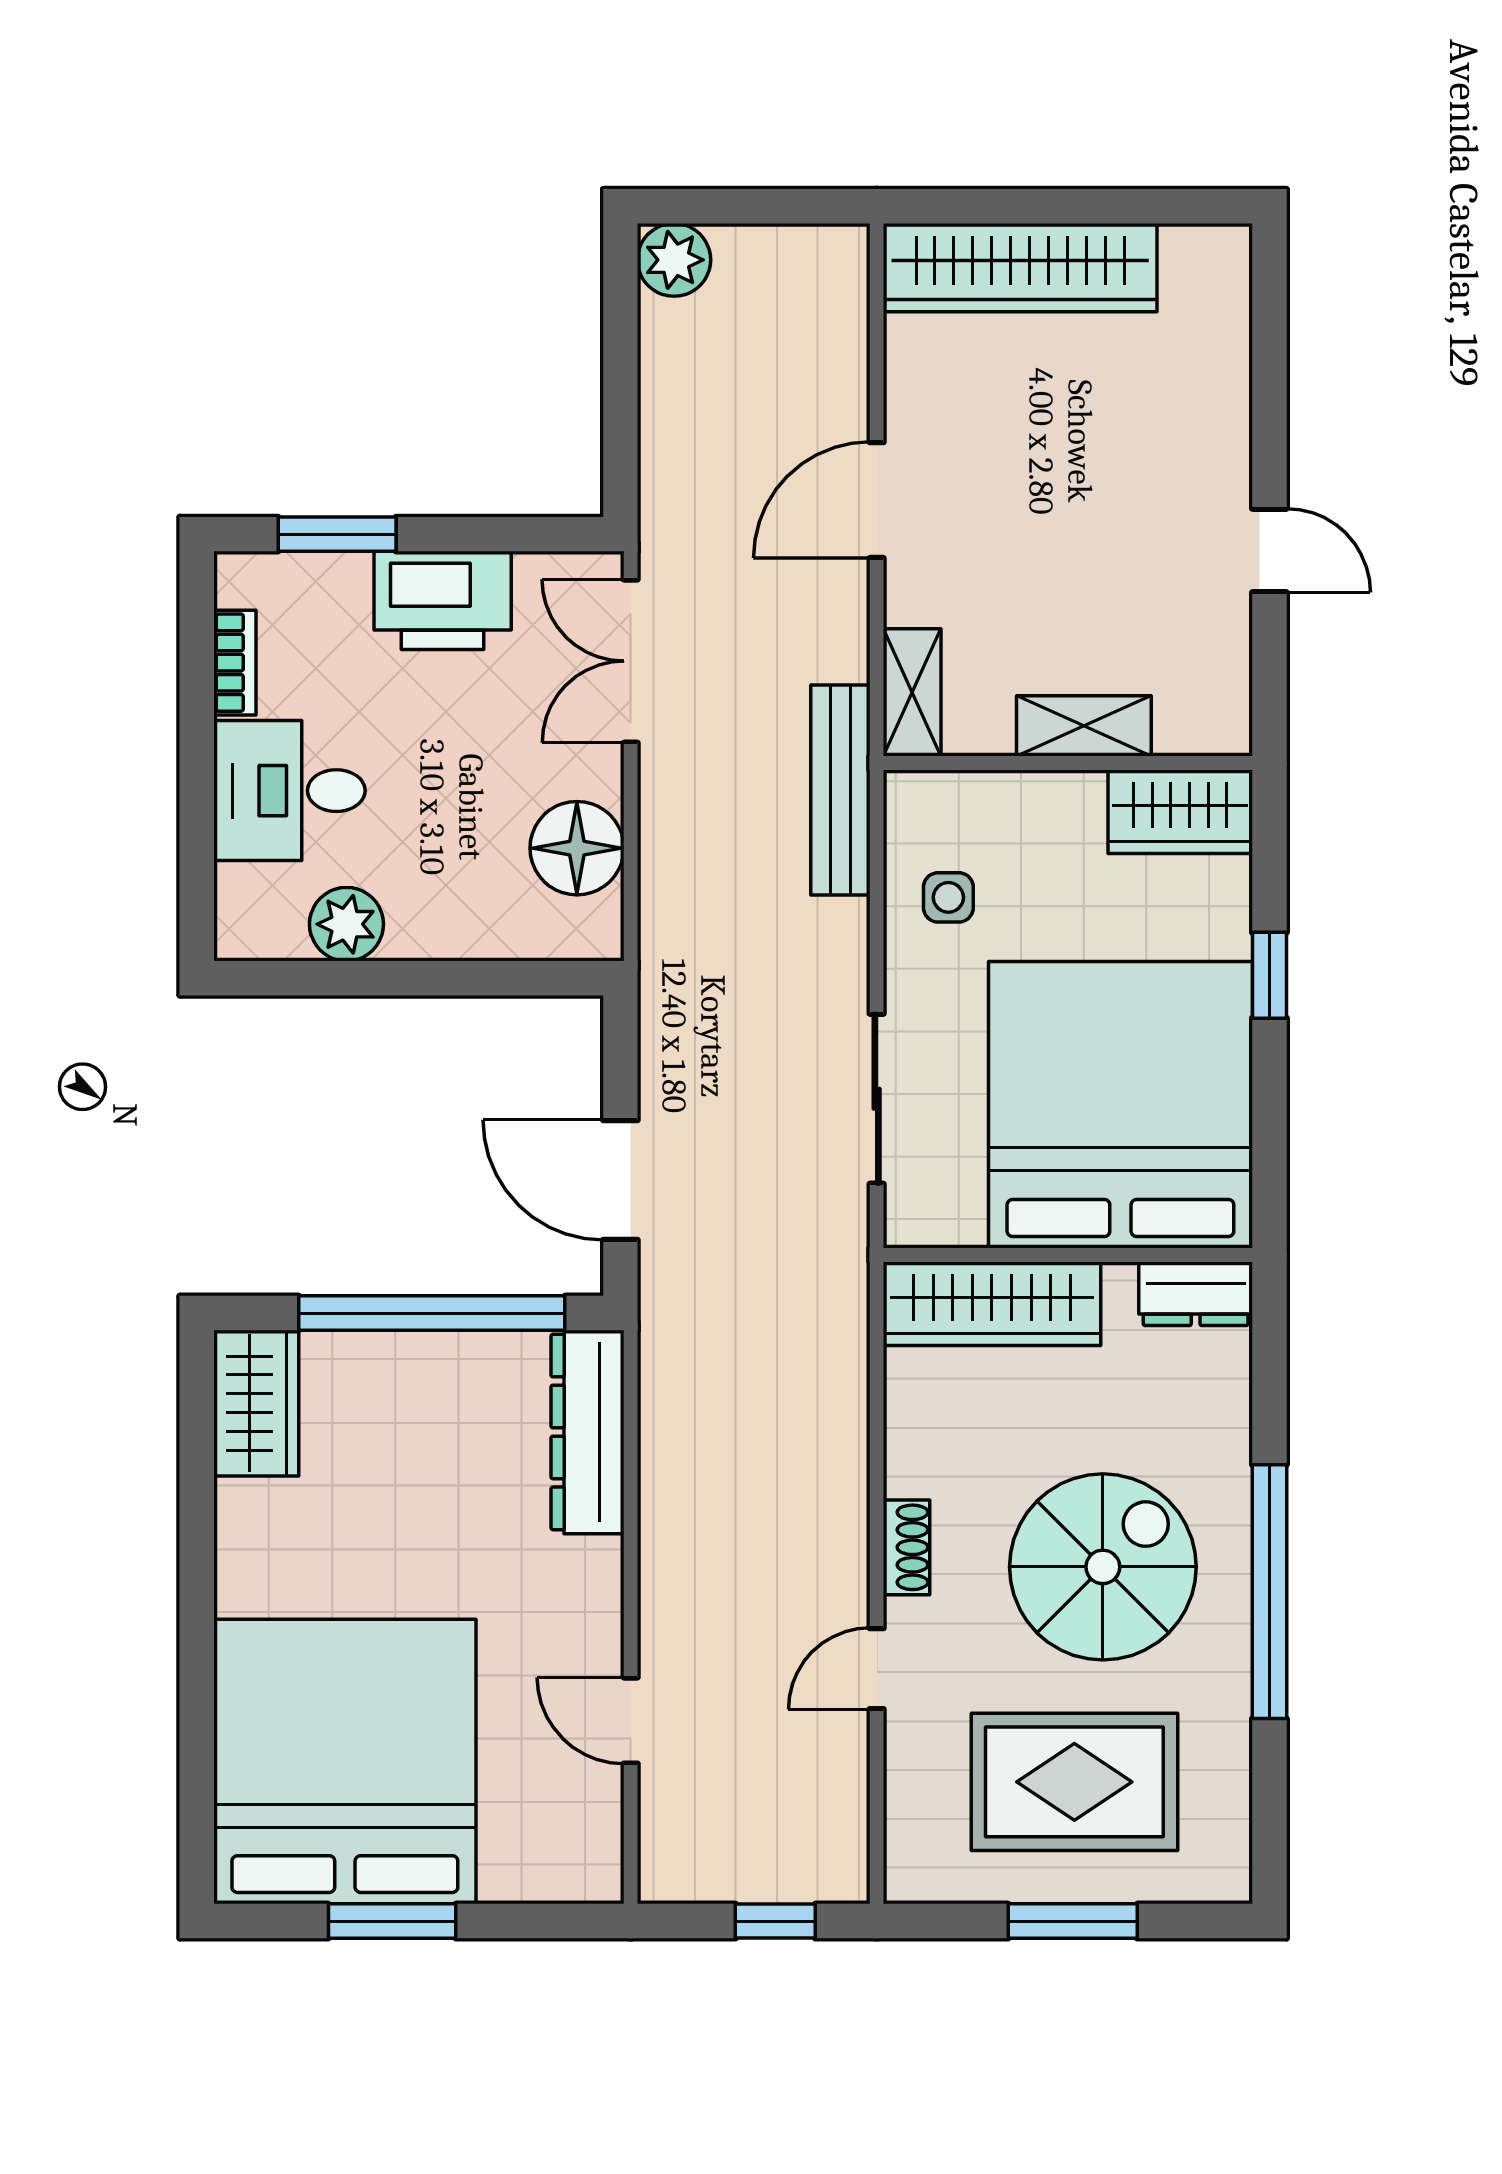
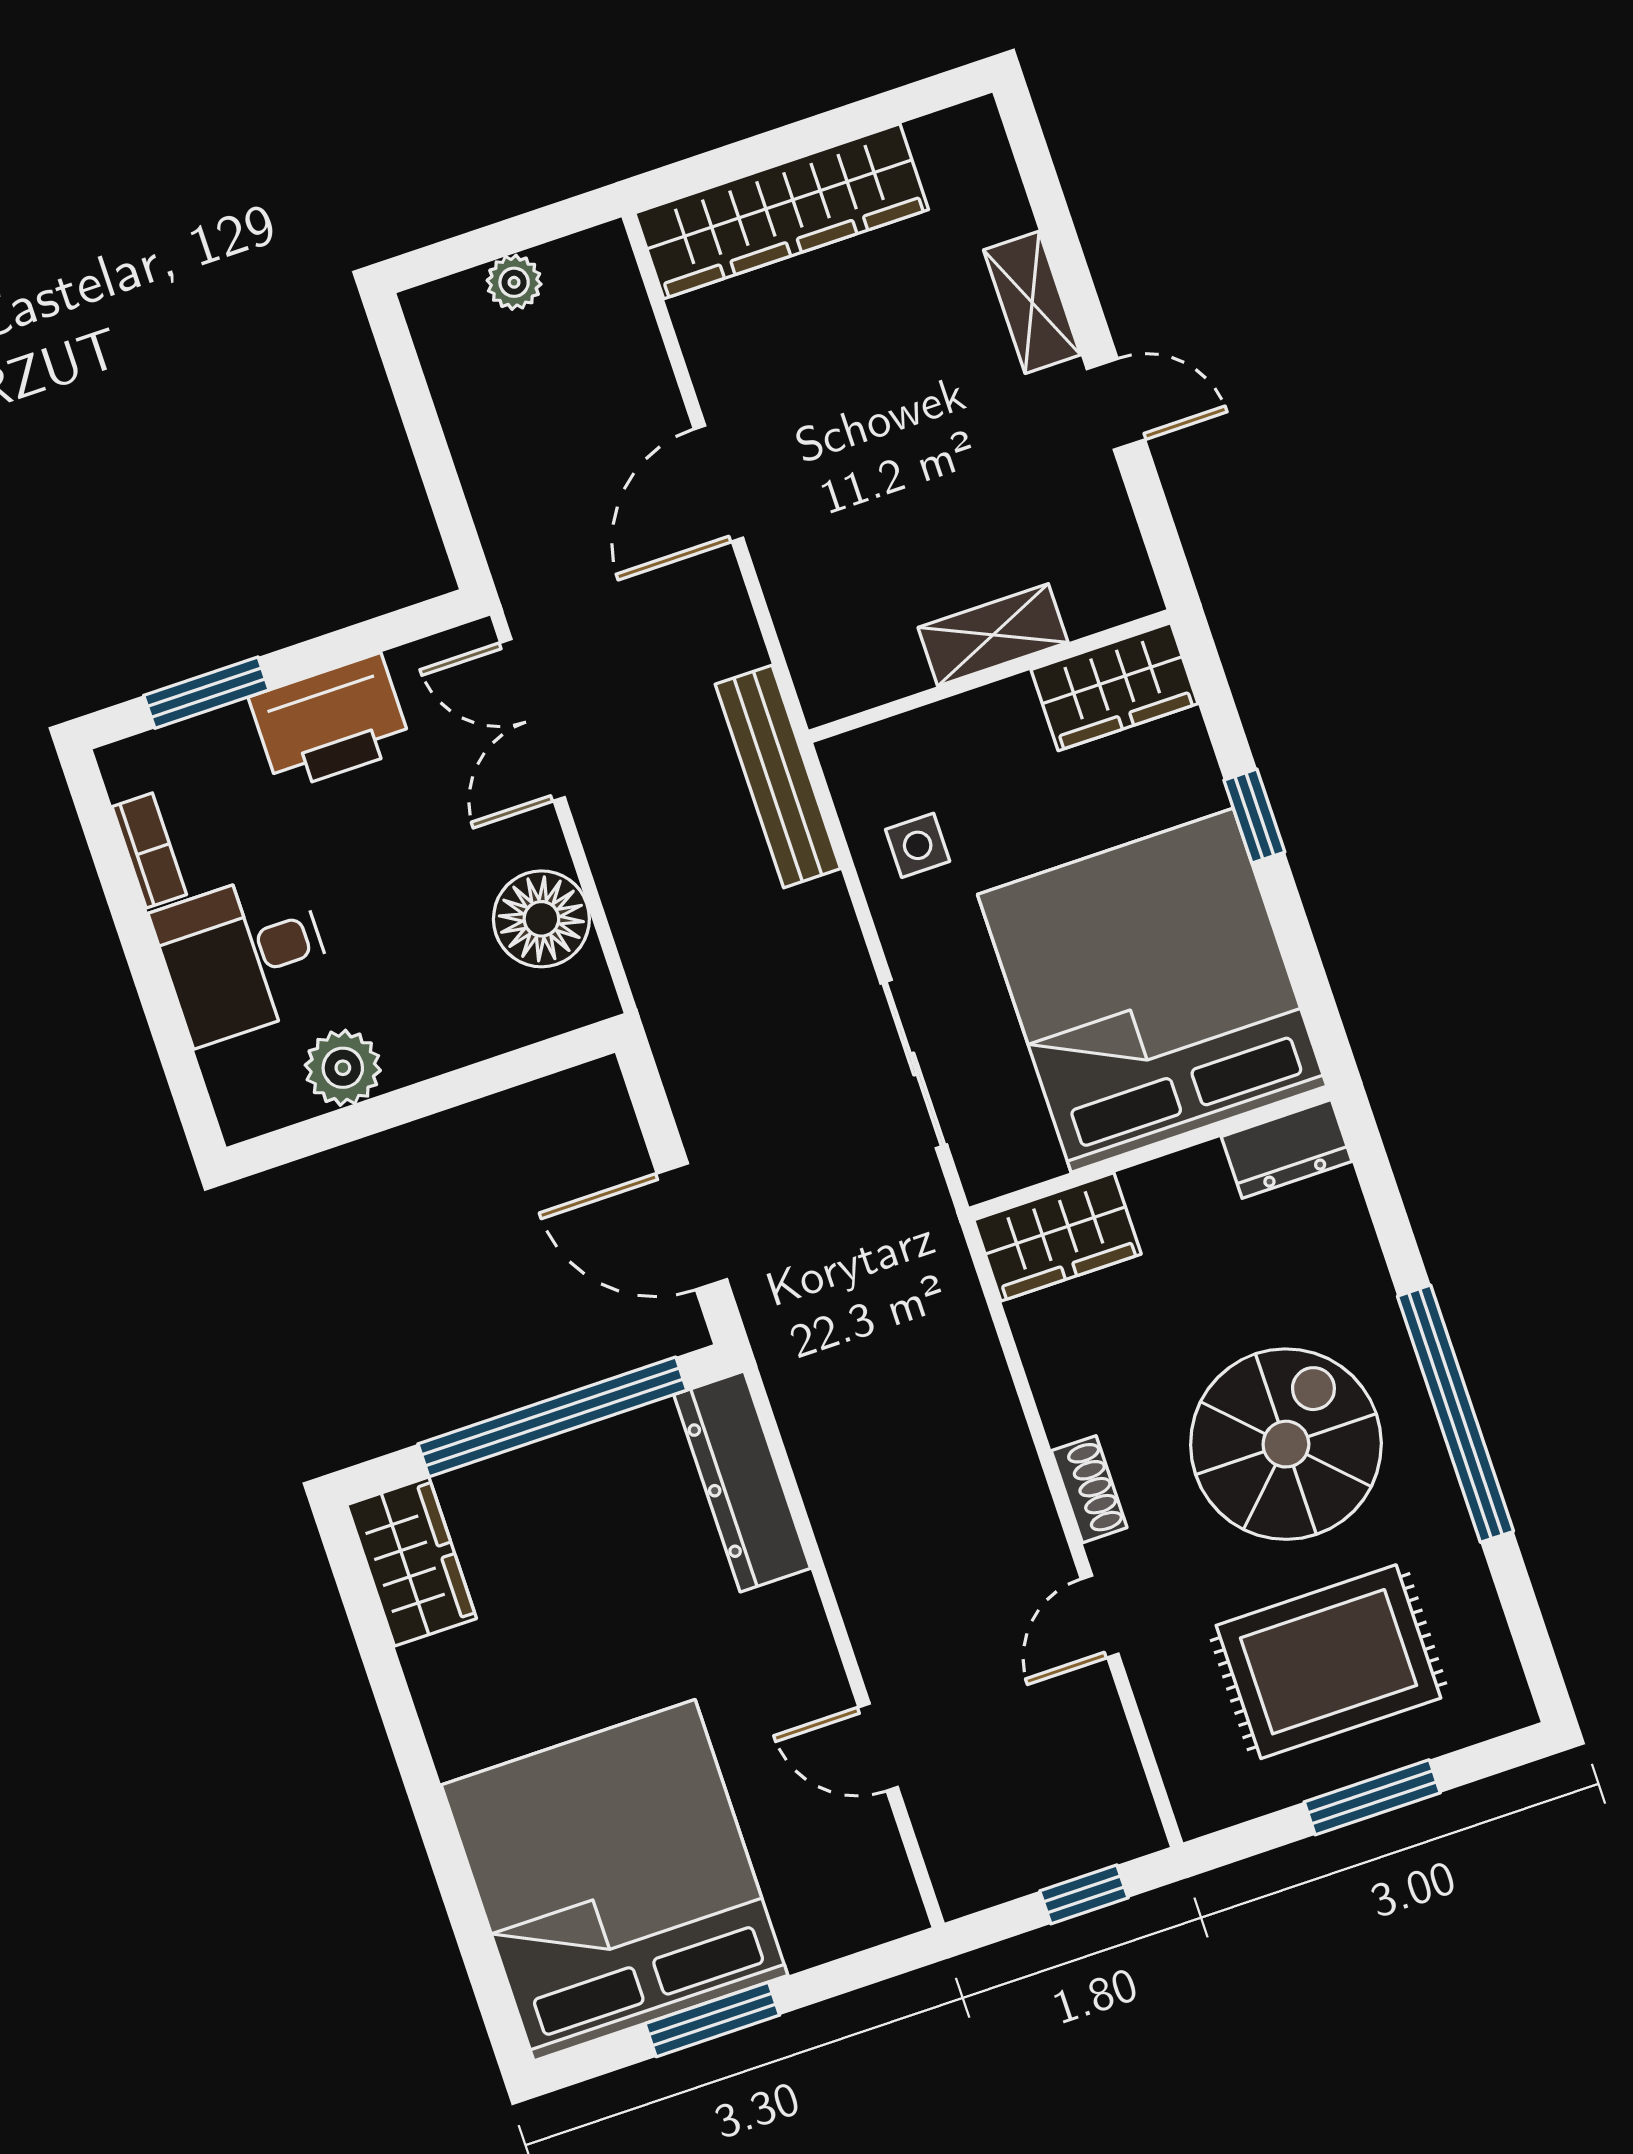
plant: (674, 260) -> (514, 282), moved, width x0.73, depth x0.73
shelving: (912, 692) -> (1032, 302), moved
wardrobe: (992, 1304) -> (1057, 1237), width x0.67

